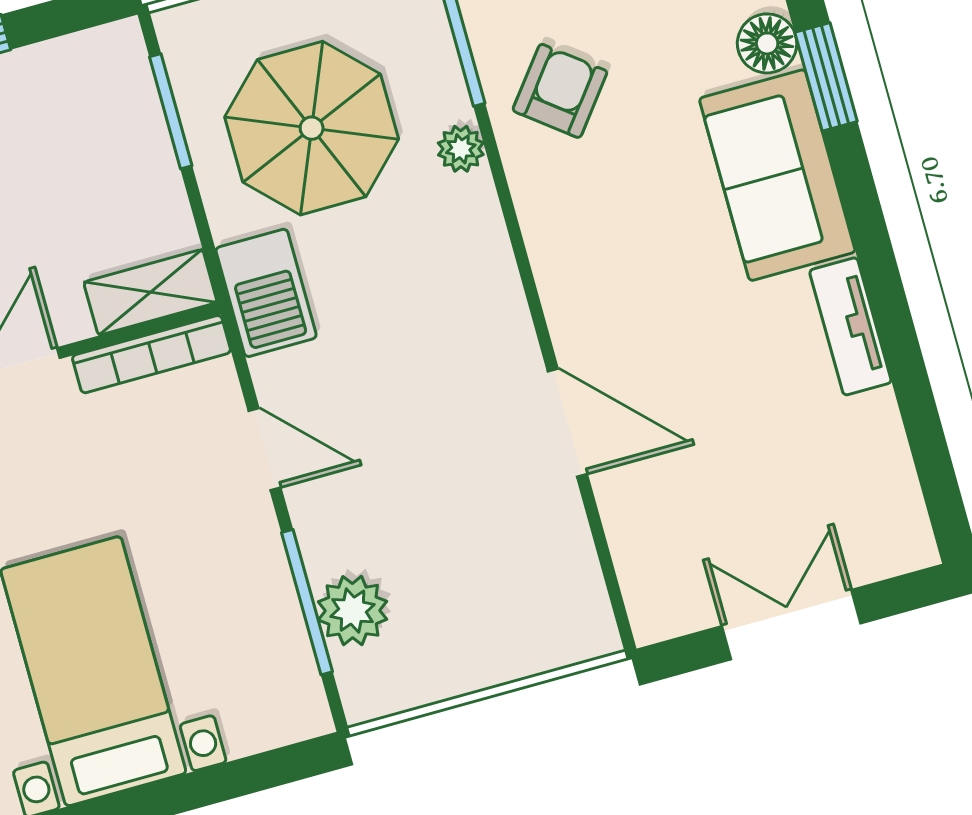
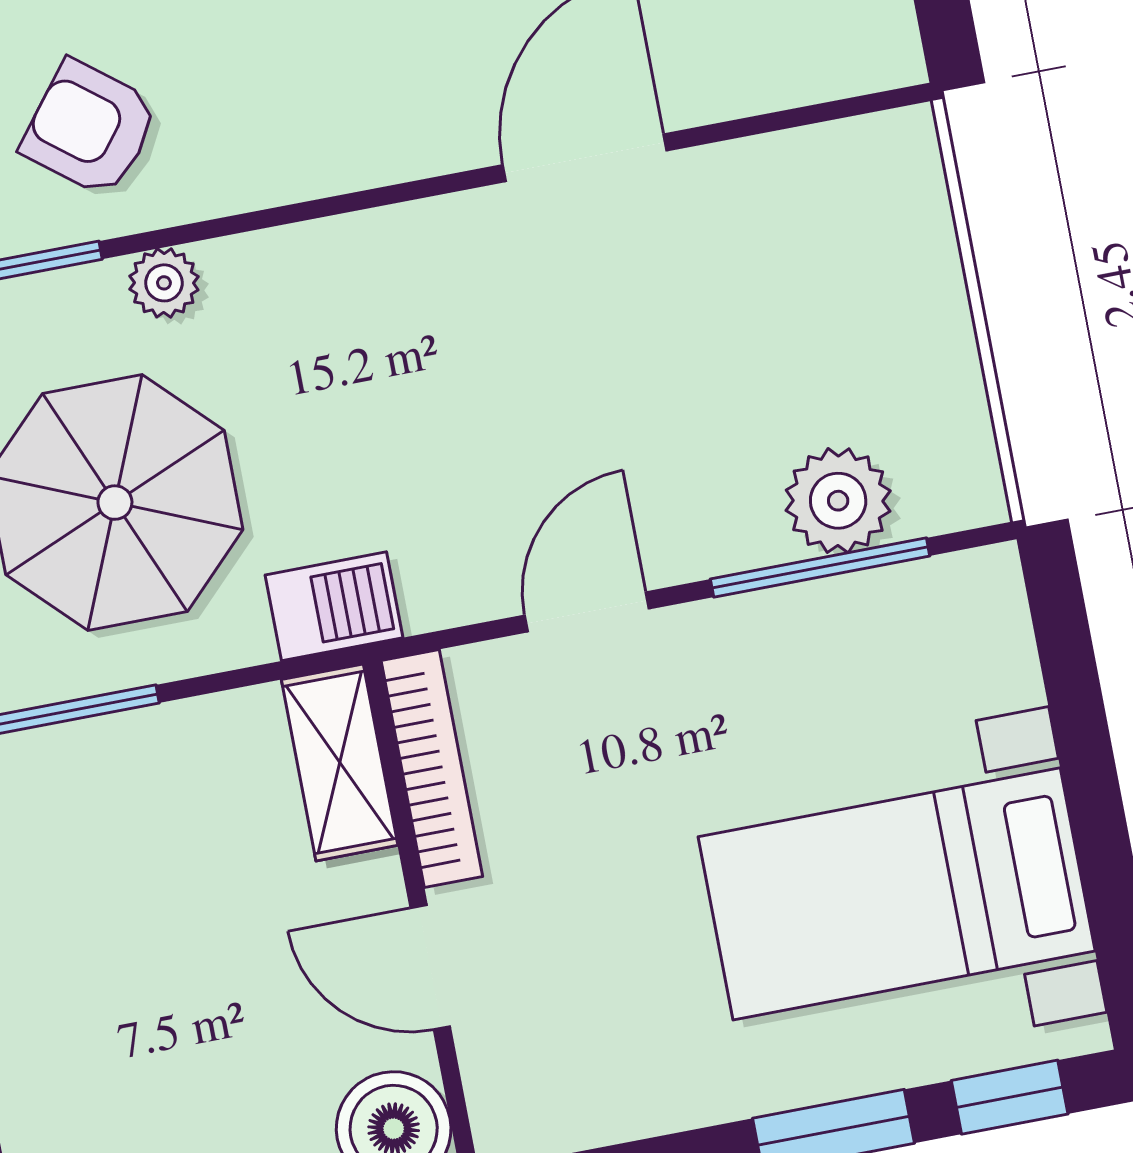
barbecue: (266, 293) -> (334, 606), width x0.73, depth x0.79

